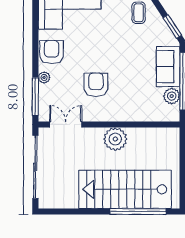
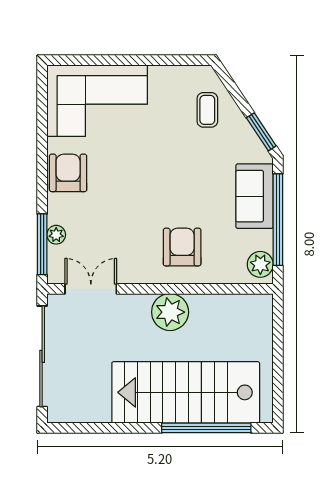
plant: (44, 77) -> (56, 235), moved
armchair: (96, 85) -> (182, 247), moved
plant: (172, 96) -> (260, 264), moved

